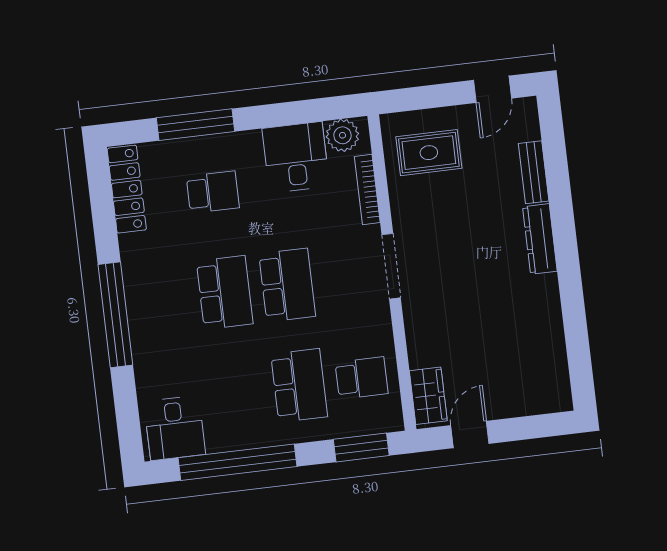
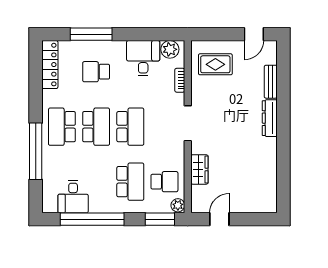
bookcase: (367, 189) -> (180, 80), width x0.64
school desk: (213, 192) -> (96, 72), turned 180
school desk: (162, 300) -> (62, 127), added
window: (115, 315) -> (36, 151), moved
wardrobe: (428, 396) -> (199, 169), moved
plant: (391, 418) -> (178, 205), added
desk: (175, 428) -> (73, 197), moved

